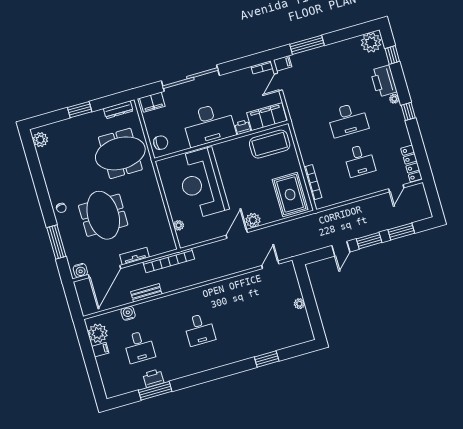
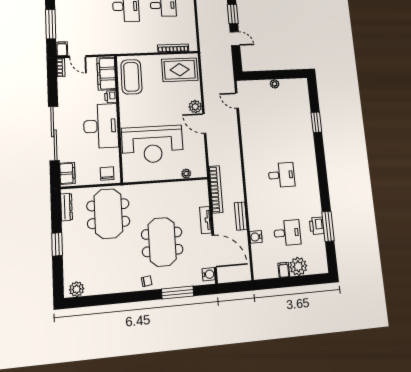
meeting table: (103, 215) -> (162, 242), turned 90
plant: (98, 333) -> (298, 266), moved

